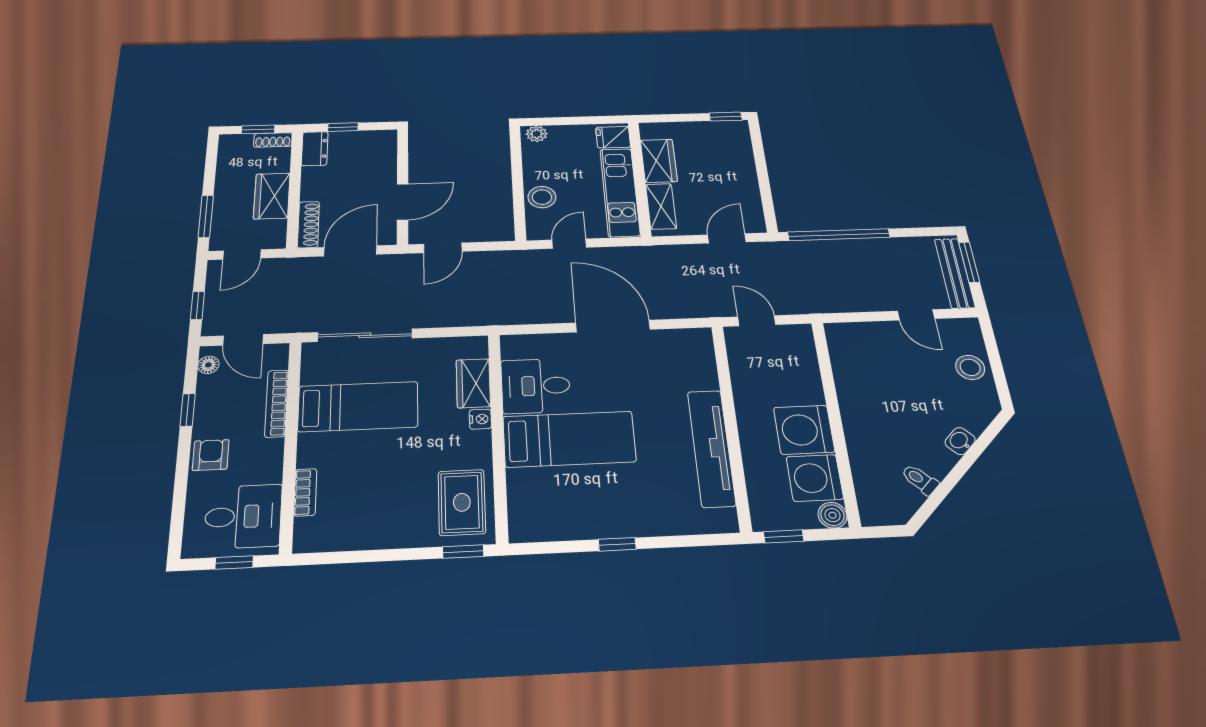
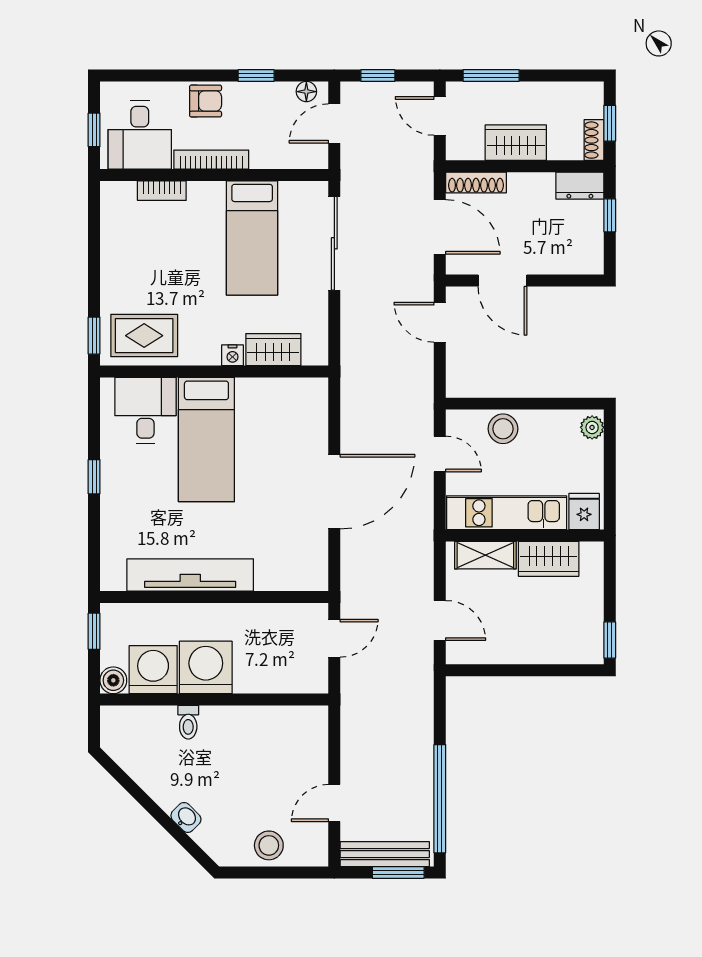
window: (839, 235) -> (440, 799), moved
desk: (536, 386) -> (145, 410), moved
bookcase: (276, 403) -> (211, 160), moved
toilet: (920, 480) -> (188, 722), moved, turned 135

